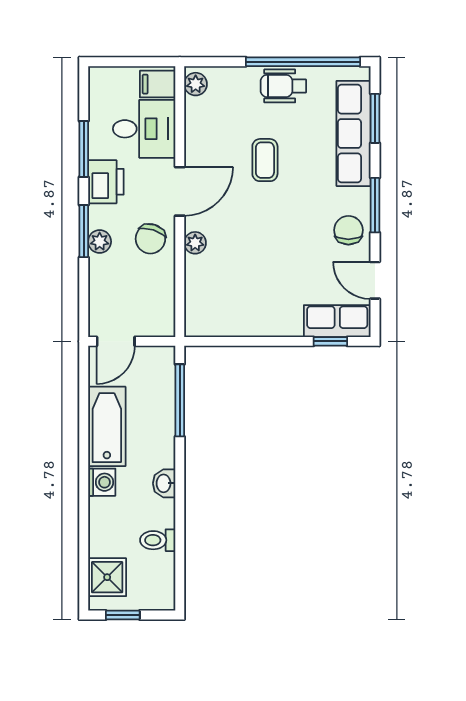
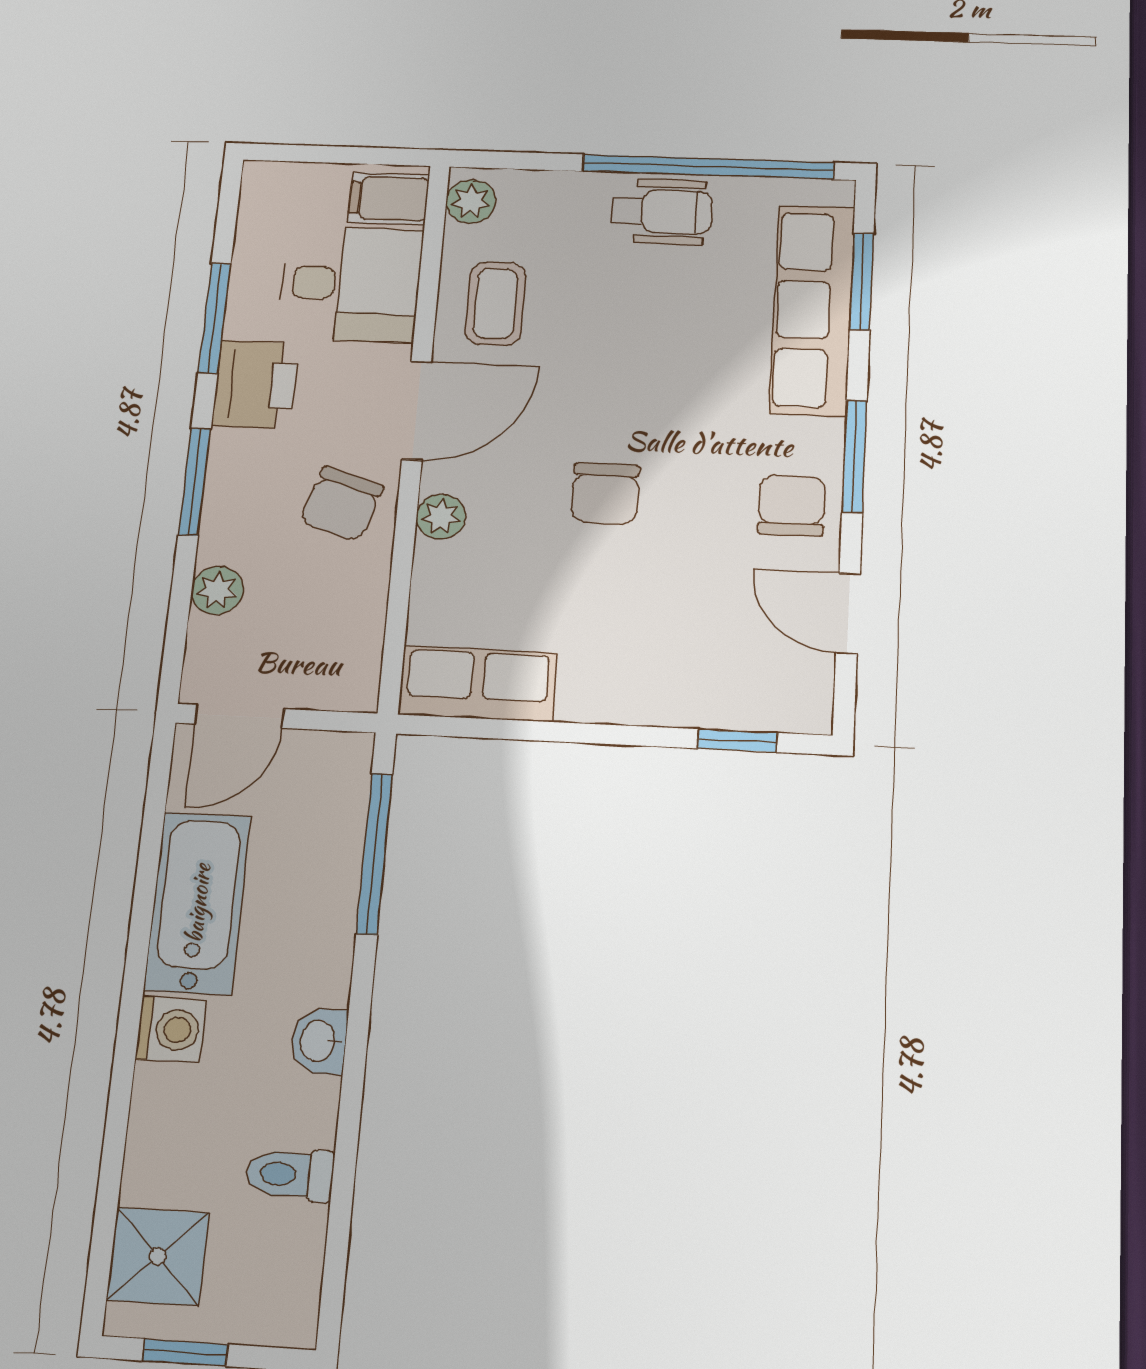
wheelchair: (283, 86) -> (662, 212), turned 180
coffee table: (265, 160) -> (495, 304), moved
chair: (267, 228) -> (605, 493), added
plant: (100, 242) -> (217, 590), moved
row of seats: (337, 321) -> (478, 684), moved

